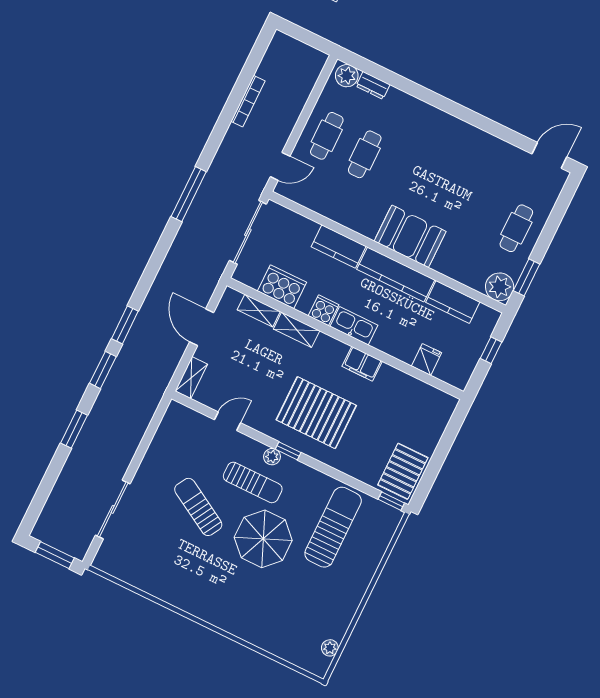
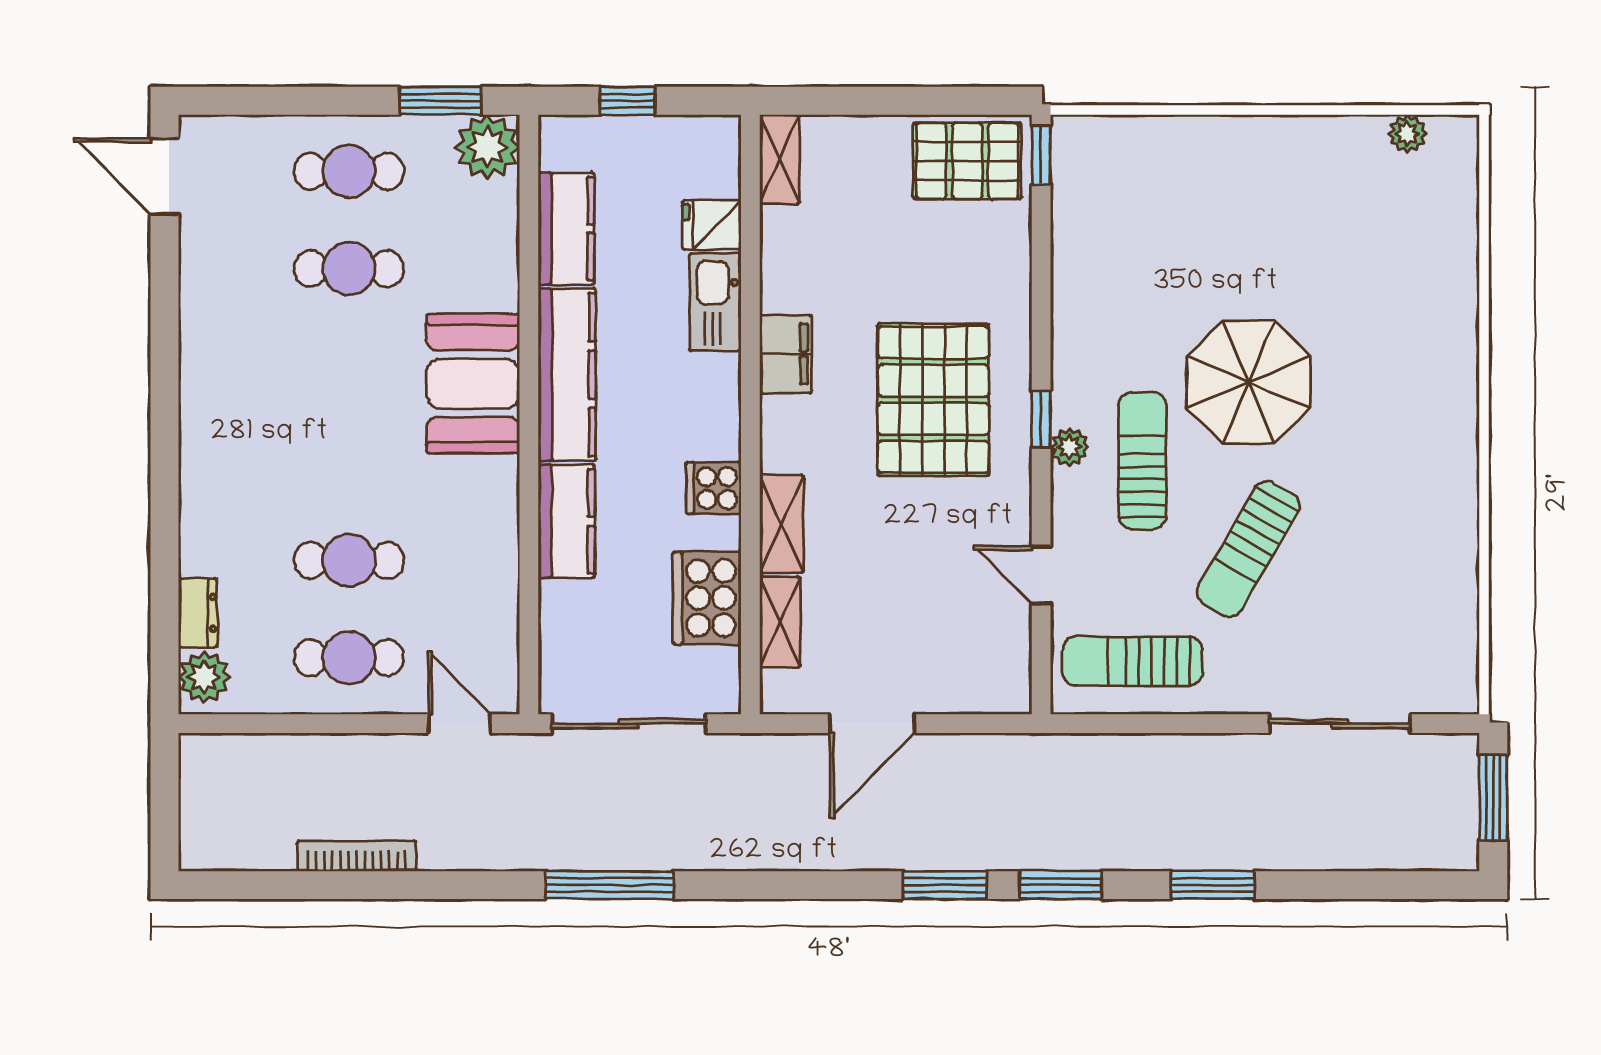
cafe table: (478, 210) -> (349, 269), added
kitchen sink: (354, 326) -> (715, 302), moved
shelving: (191, 378) -> (780, 159), moved, turned 90
sun lounger: (333, 527) -> (1133, 661), moved, width x0.73, depth x0.75

